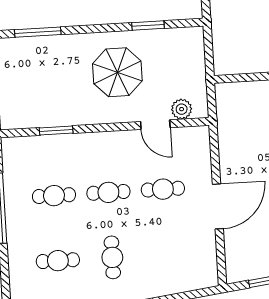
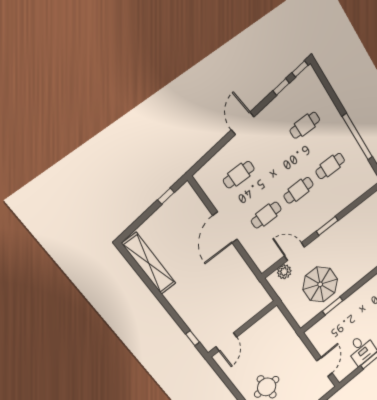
parasol: (117, 72) -> (320, 284), moved
window: (56, 130) -> (327, 226), moved
cafe table: (112, 257) -> (239, 175), moved, turned 90

